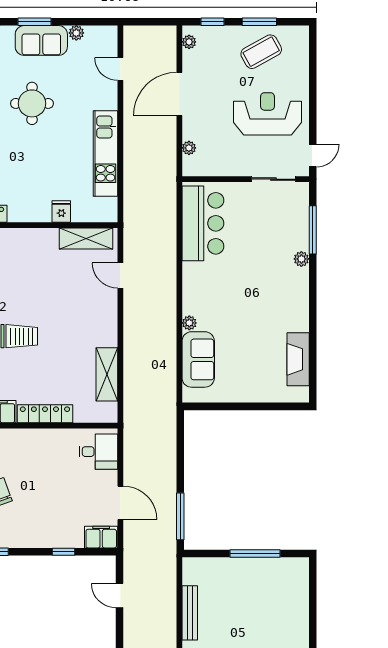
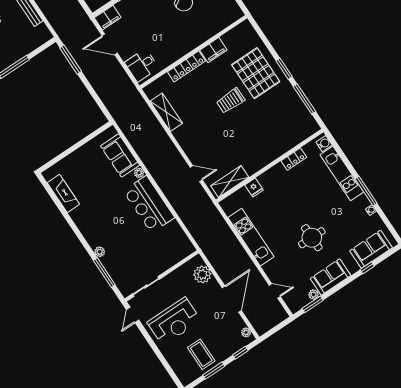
window: (34, 22) -> (313, 304), moved
coffee table: (261, 52) -> (201, 354), turned -61
plant: (189, 148) -> (202, 274), width x1.88, depth x1.88
bar counter: (203, 223) -> (149, 204), moved

